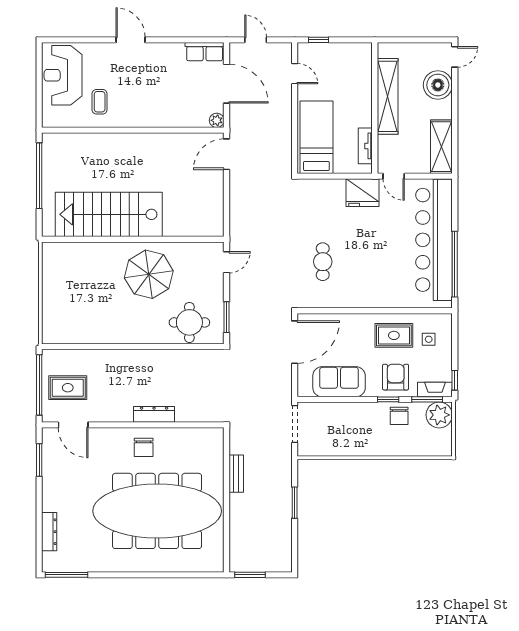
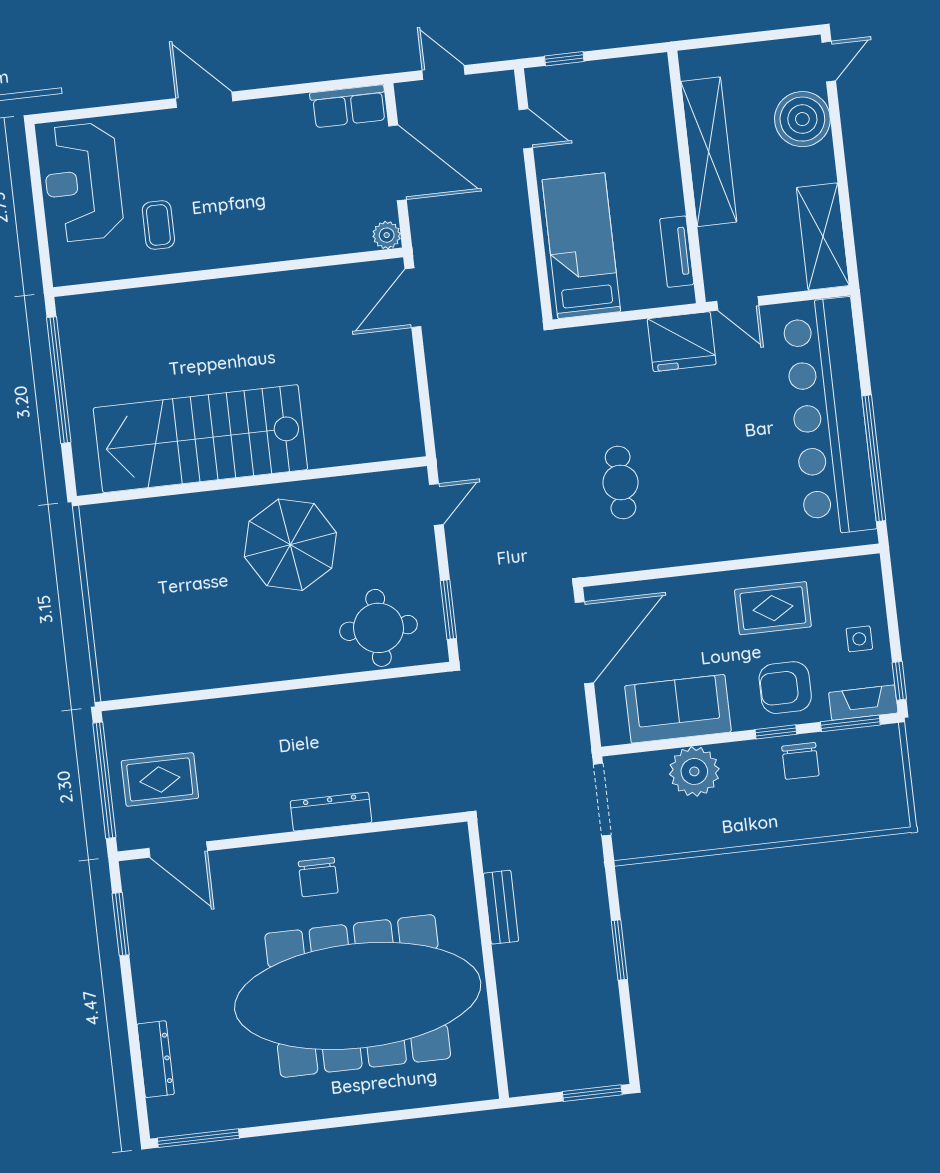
side table: (429, 339) -> (859, 639), moved
armchair: (396, 377) -> (785, 688), turned -90
plant: (439, 415) -> (694, 771), moved
window: (250, 575) -> (592, 1093), moved

